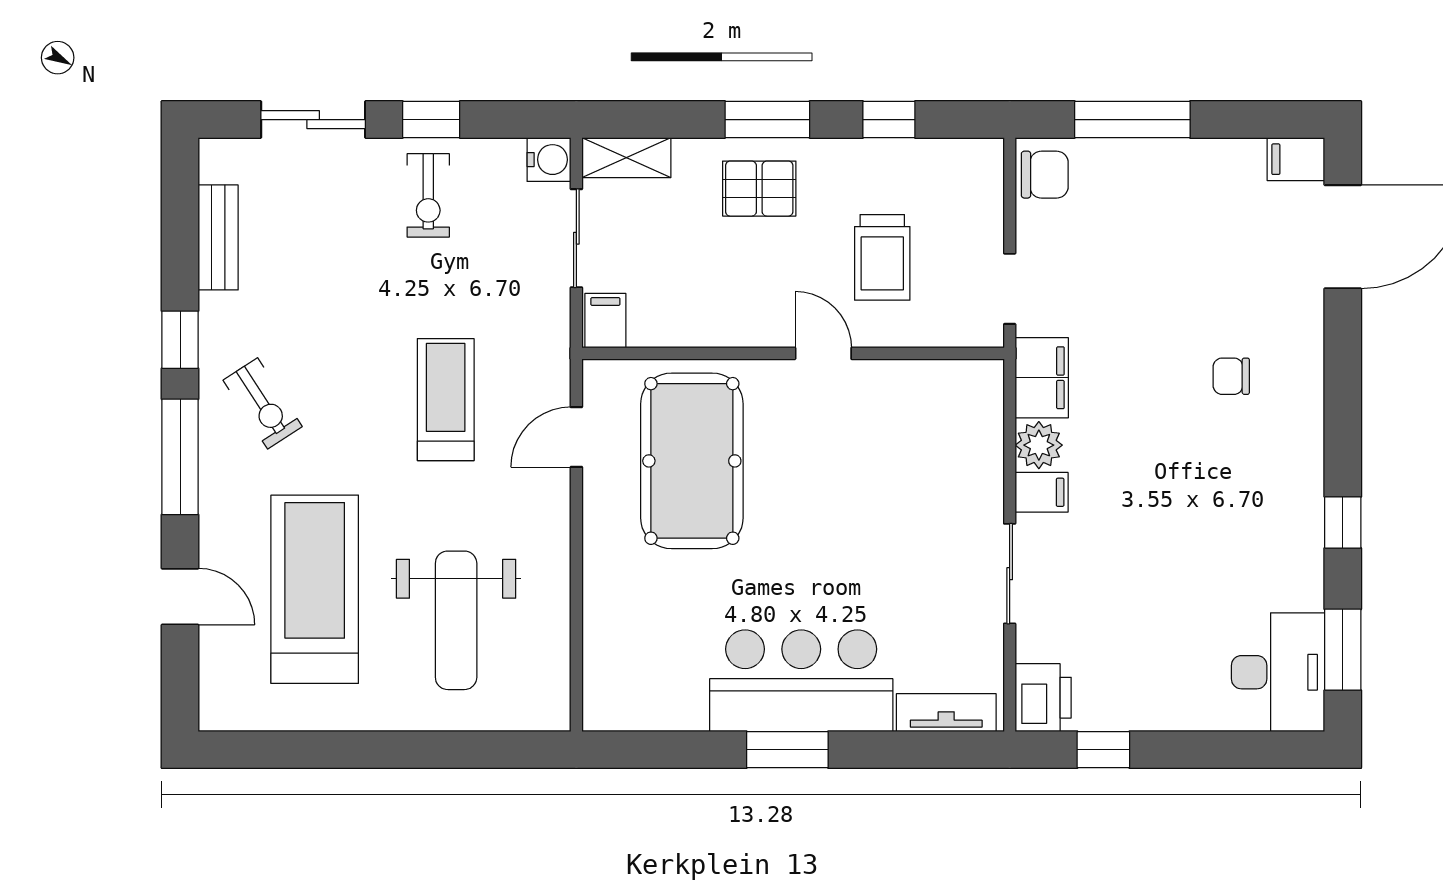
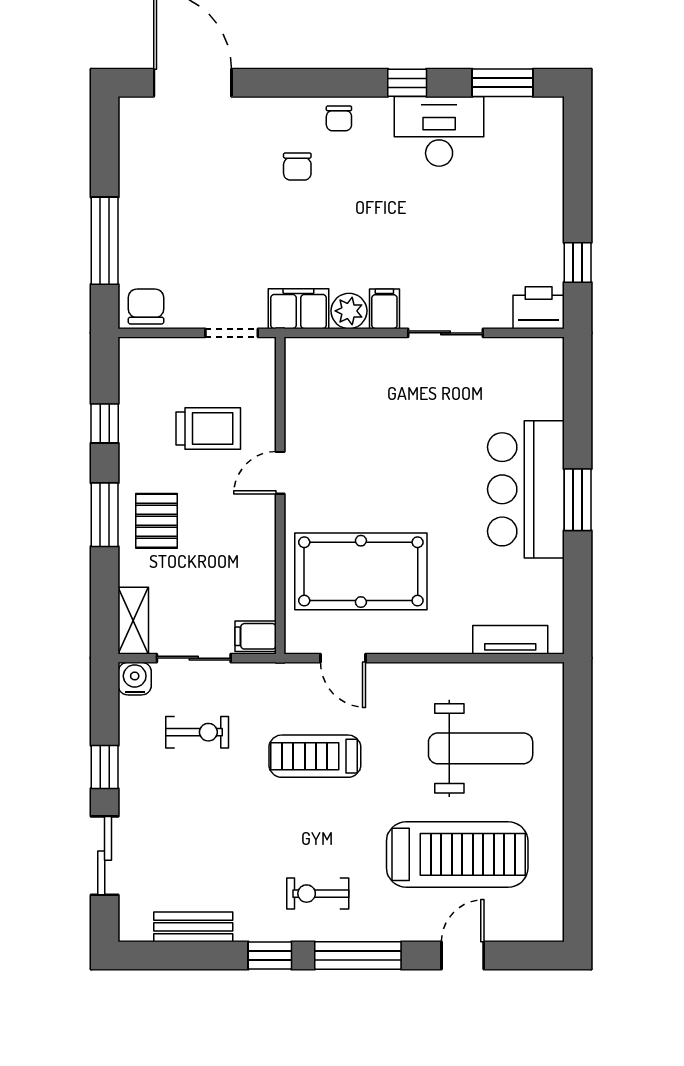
filing cabinet: (1296, 159) -> (134, 118), removed
exercise bike: (428, 195) -> (197, 732), moved
exercise bike: (263, 403) -> (318, 894), turned -147
chair: (1295, 432) -> (339, 118), added
treadmill: (315, 589) -> (457, 854), turned 180
desk: (1278, 672) -> (439, 131), moved
tv unit: (946, 713) -> (510, 640), moved, turned 90

